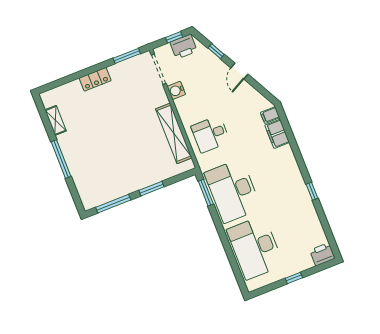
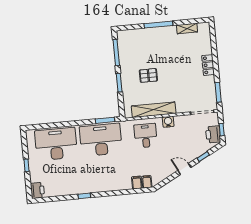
water cooler: (176, 90) -> (168, 122), moved
filing cabinet: (277, 134) -> (137, 183), width x0.50
pallet: (131, 153) -> (148, 75), added

